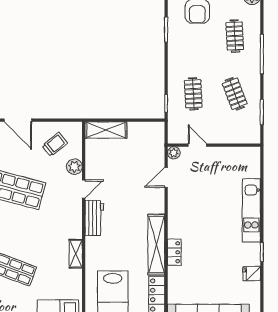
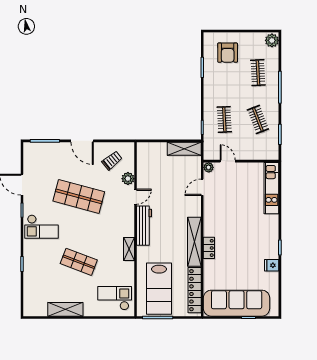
shelving: (106, 130) -> (184, 149), moved
kitchen unit: (251, 210) -> (271, 188), moved
workbench: (94, 218) -> (144, 226), width x1.38

